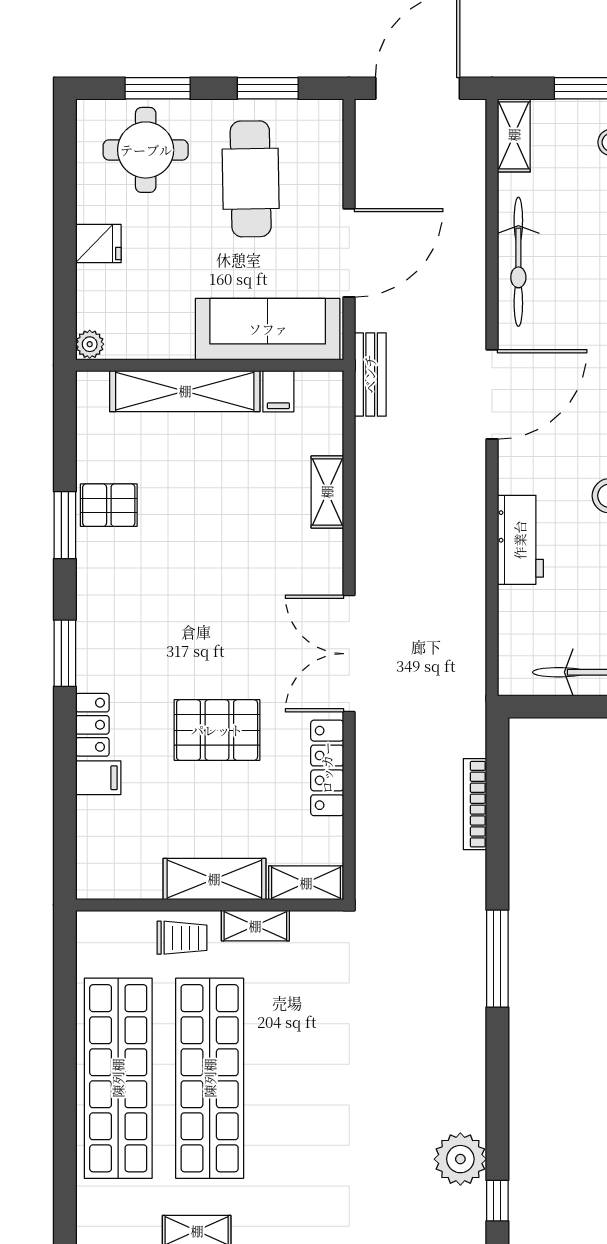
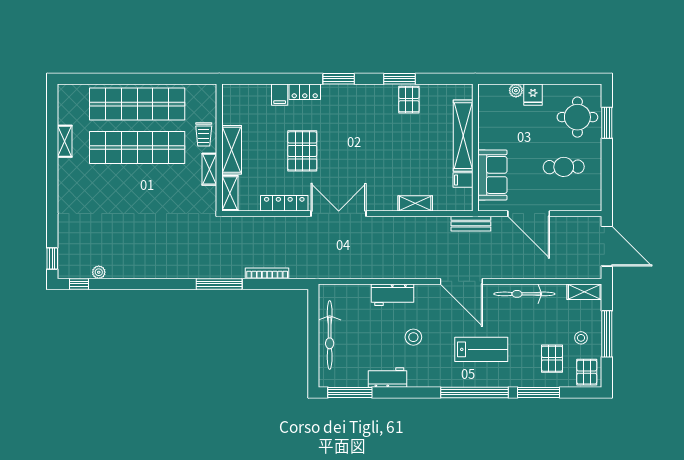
window: (268, 88) -> (607, 175), removed
cafe table: (251, 179) -> (564, 167), width x0.73, depth x0.74
sofa: (268, 329) -> (492, 175), width x0.73
plant: (90, 344) -> (516, 91), moved
window: (497, 959) -> (219, 284), moved
plant: (460, 1159) -> (99, 272), width x0.53, depth x0.53

